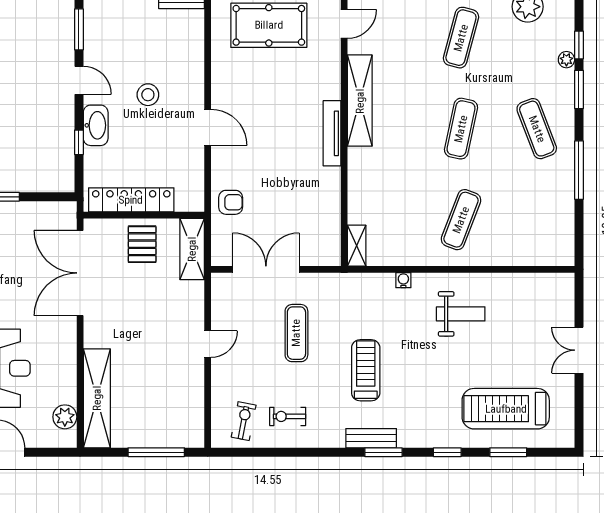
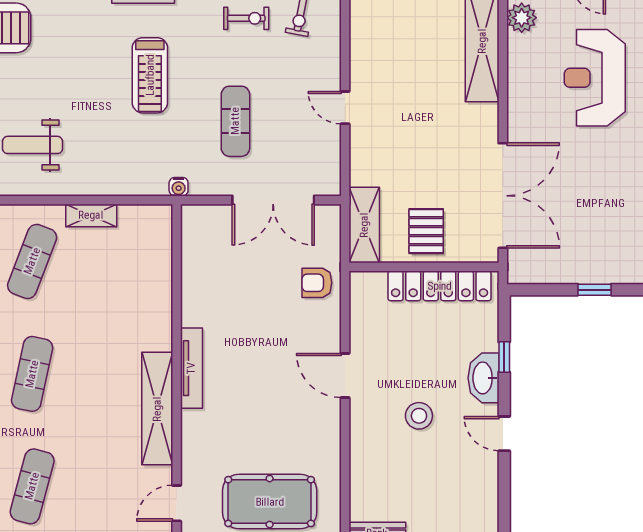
window: (79, 29) -> (504, 496), removed
shelving: (357, 246) -> (91, 215), moved, turned 90
water cooler: (403, 280) -> (179, 187), moved
door: (208, 344) -> (345, 108), hinge flipped

